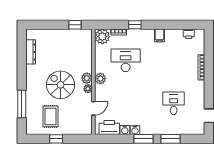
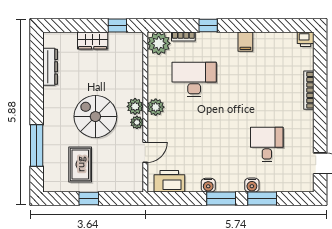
printer: (189, 34) -> (306, 39), moved
wardrobe: (59, 35) -> (93, 41), added
water cooler: (125, 130) -> (252, 185), moved

